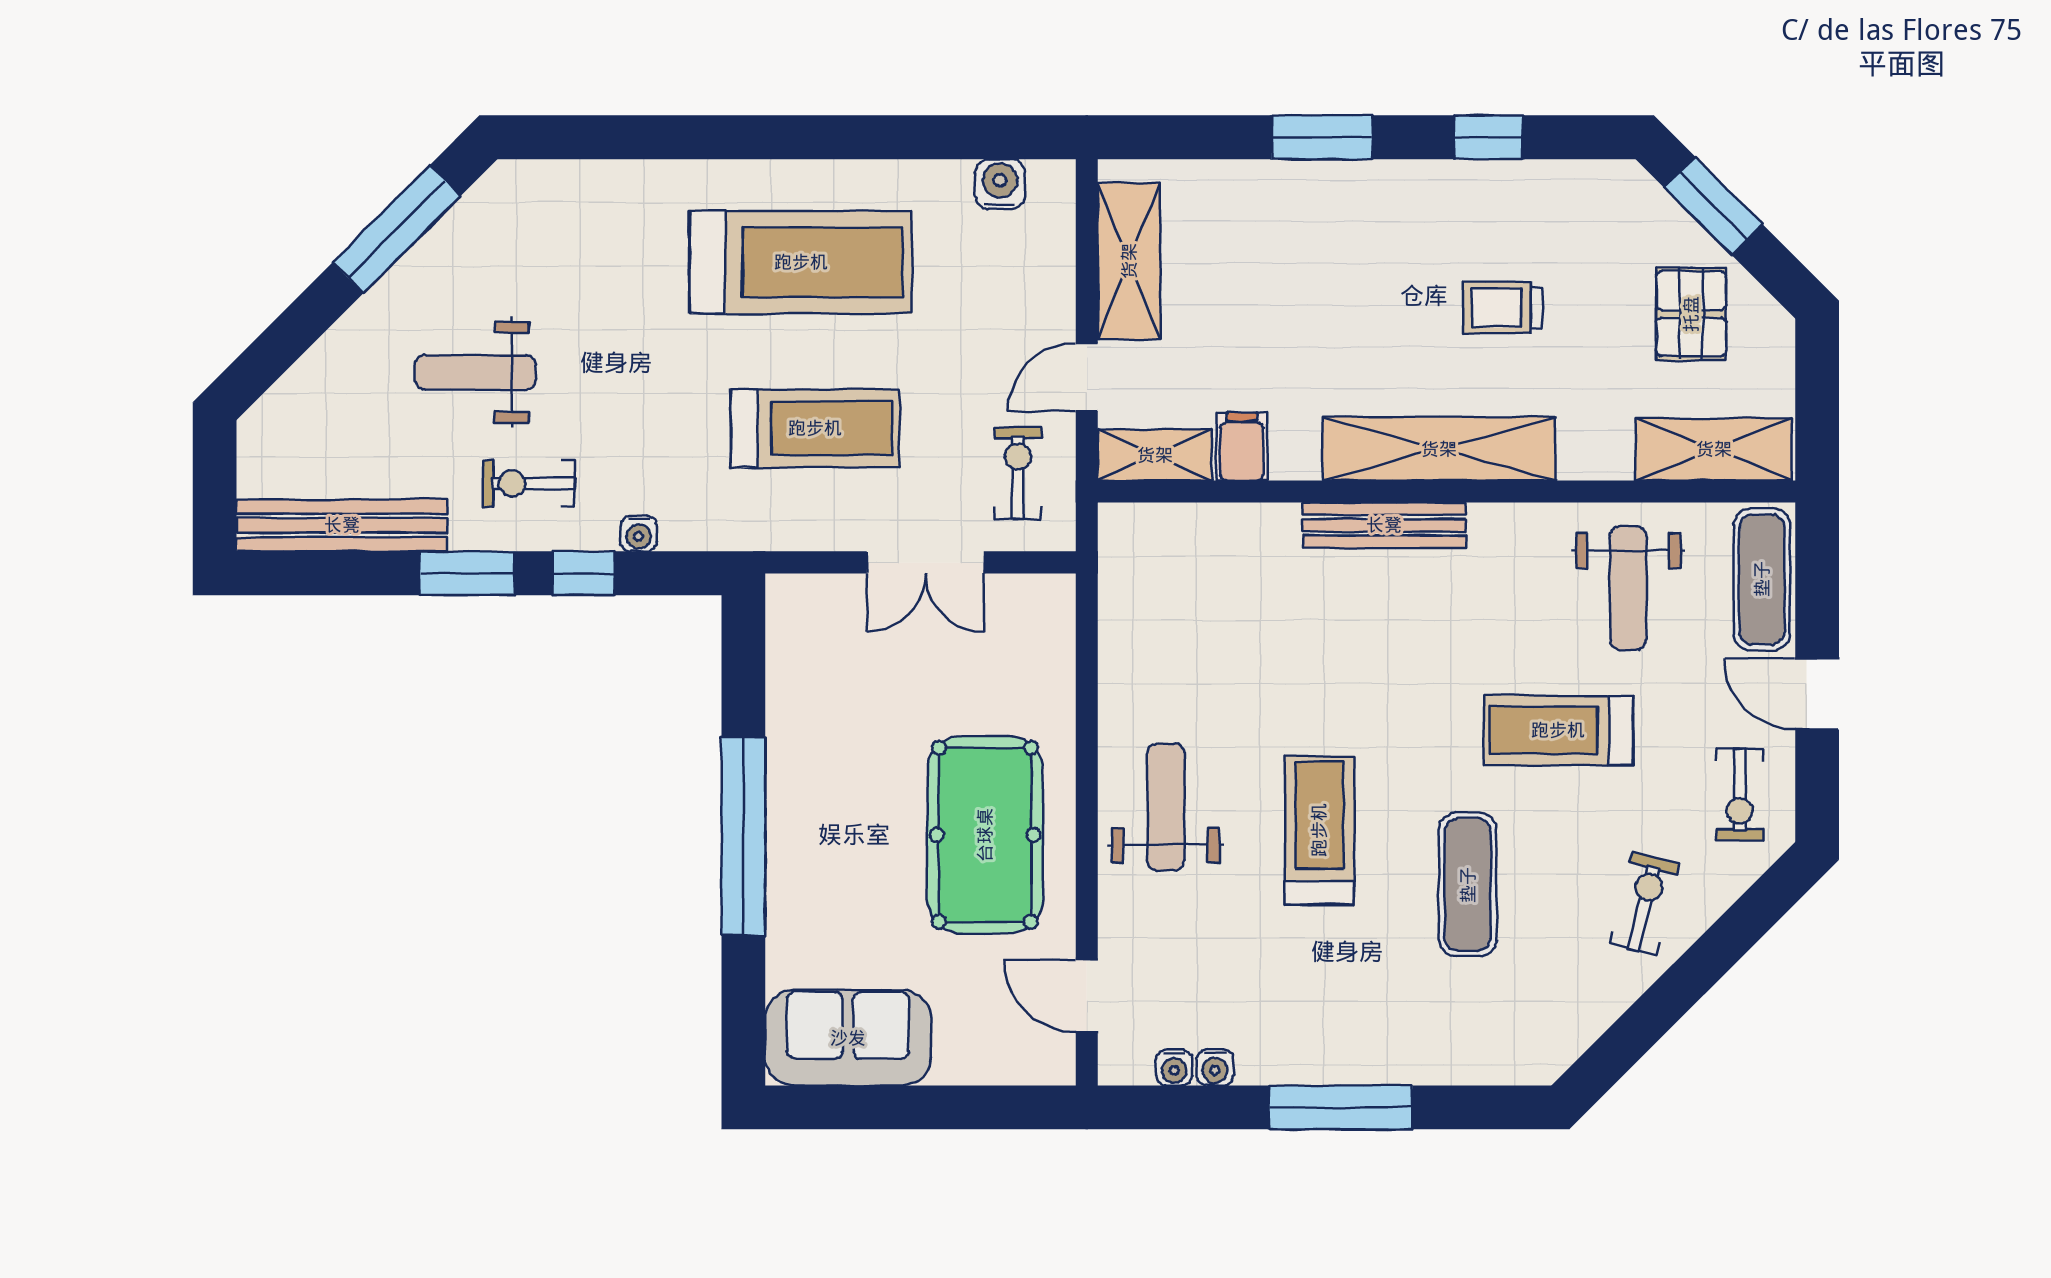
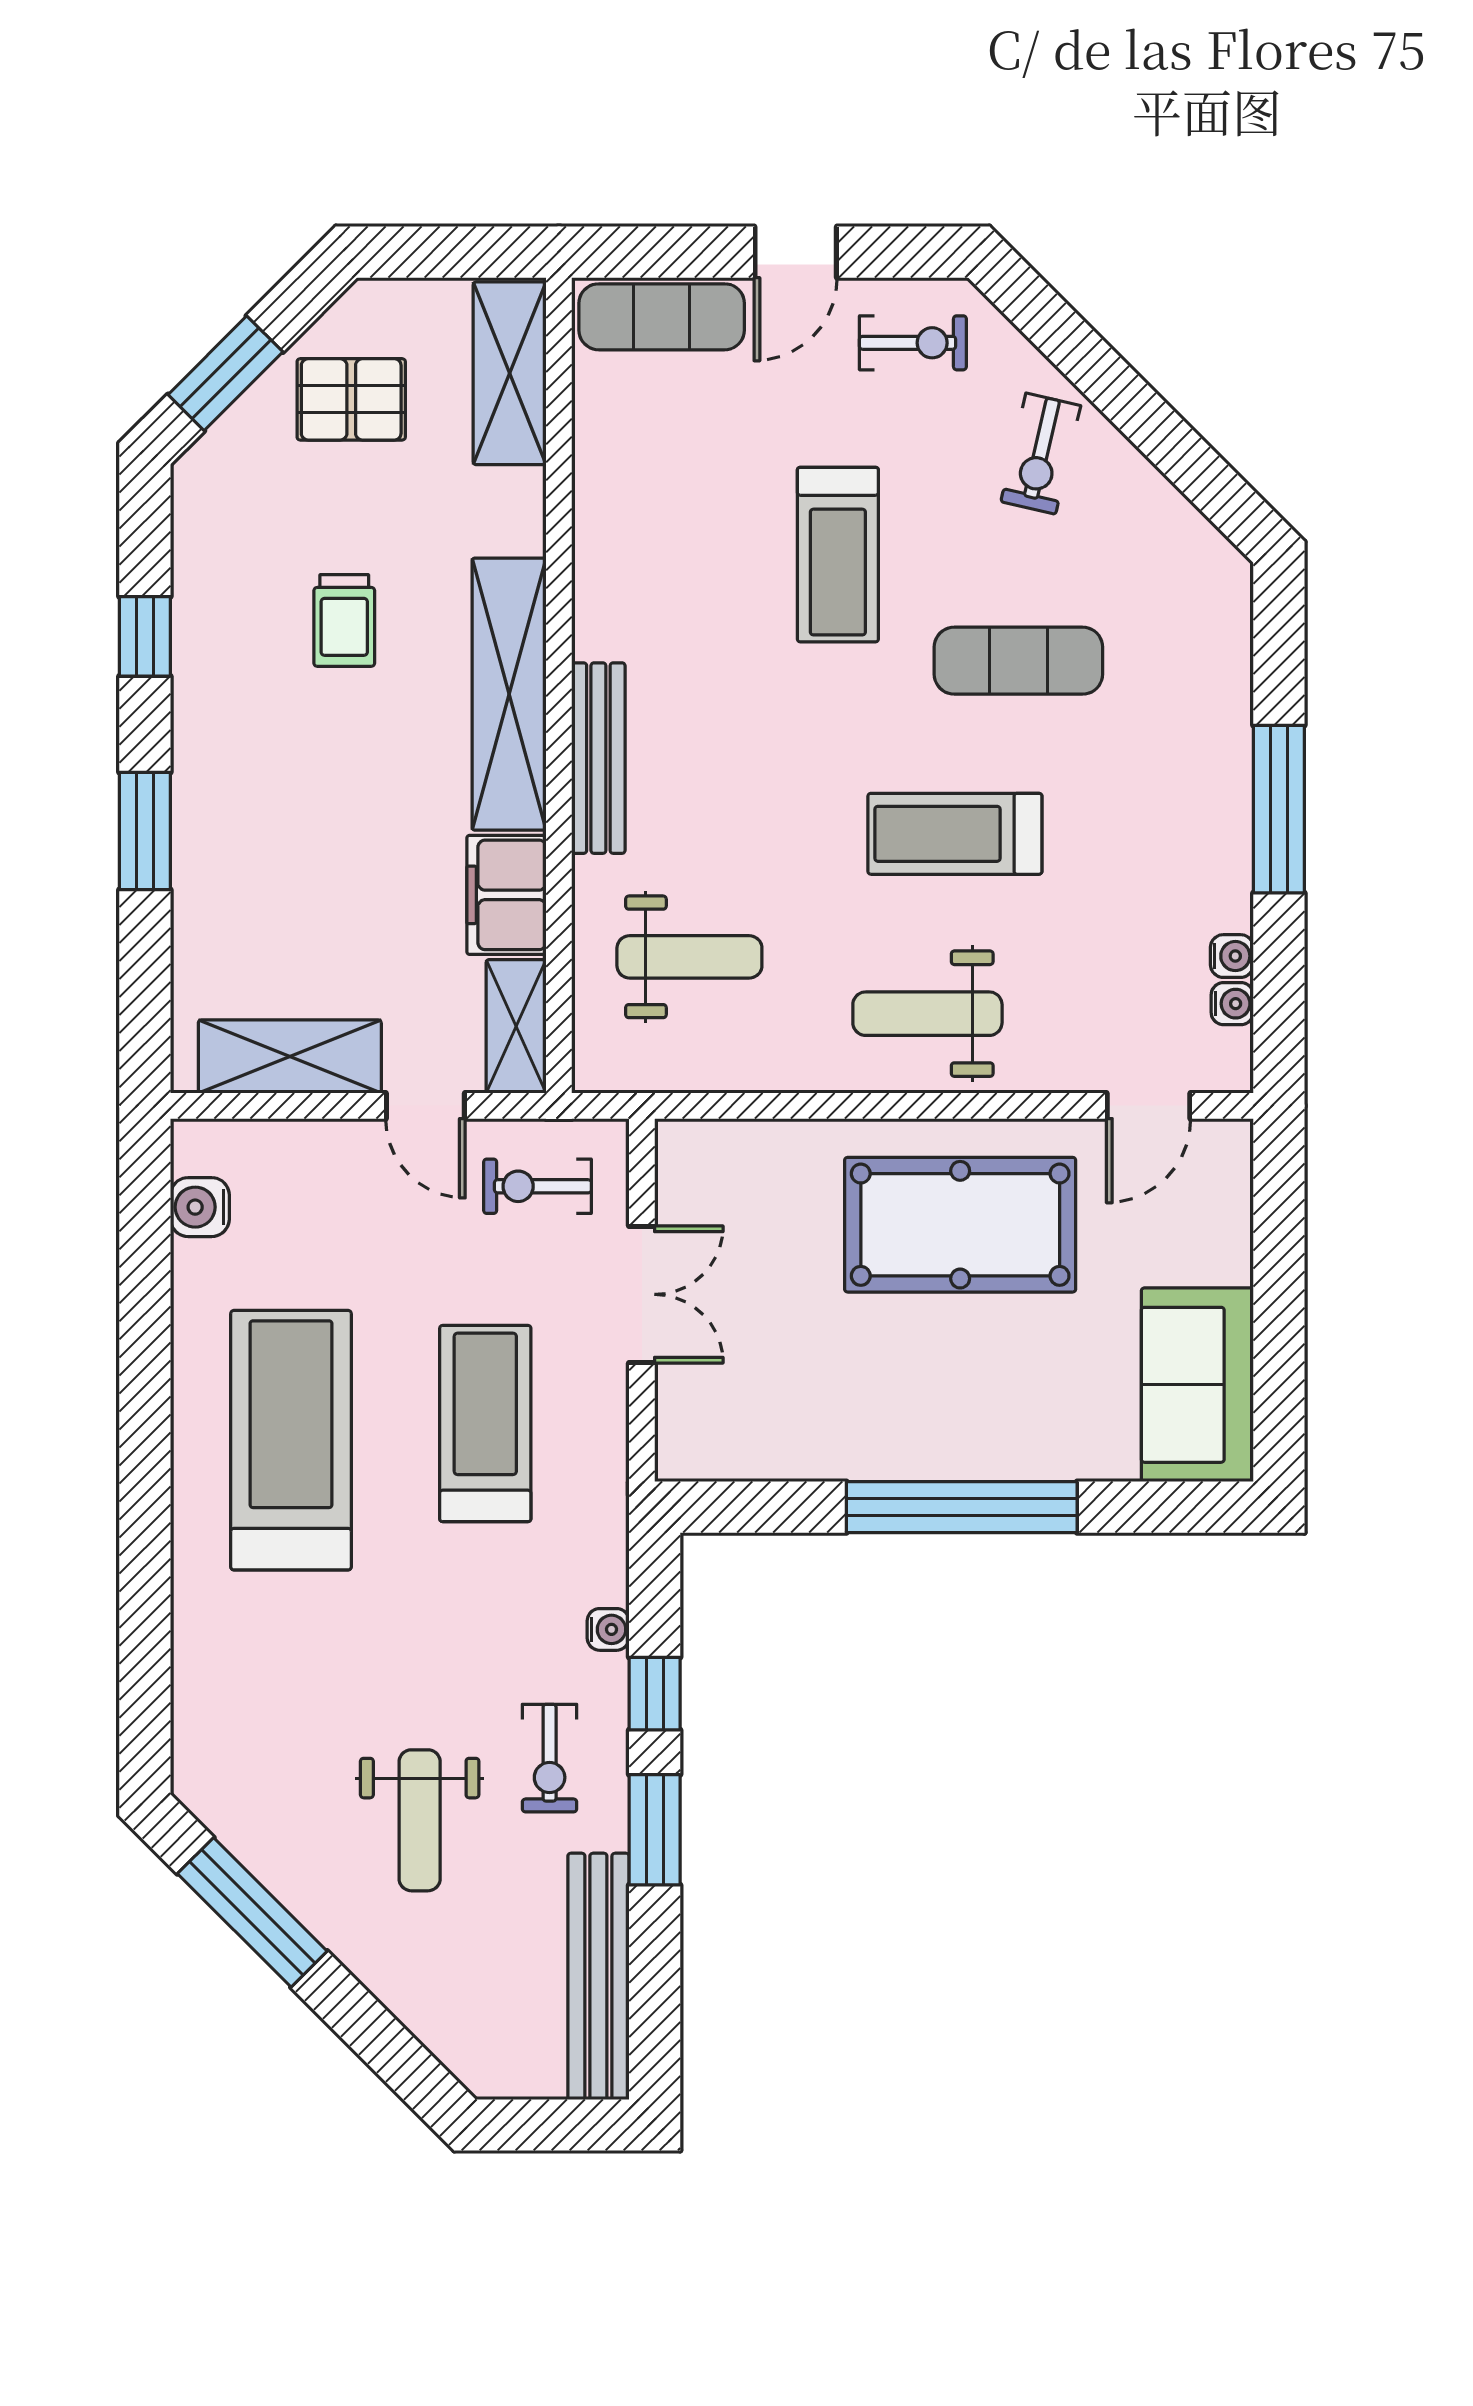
filing cabinet: (1242, 447) -> (507, 895), width x2.00
weight bench: (1628, 588) -> (689, 957), moved
exercise bike: (1645, 904) -> (1041, 454), turned -91

